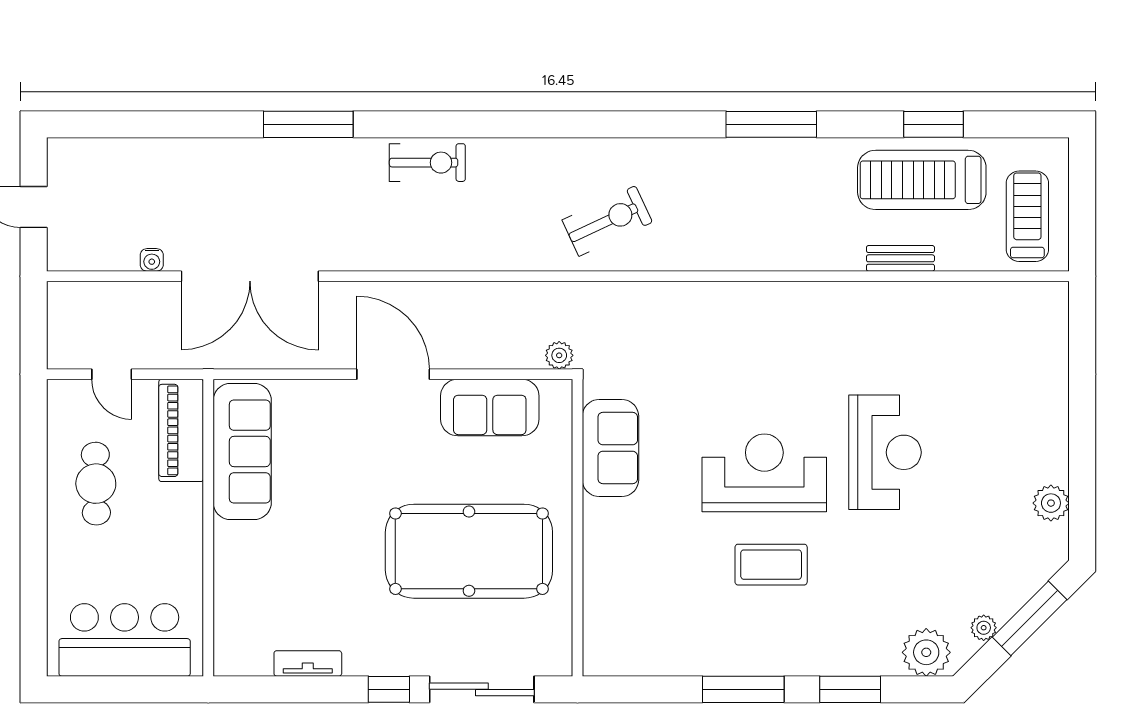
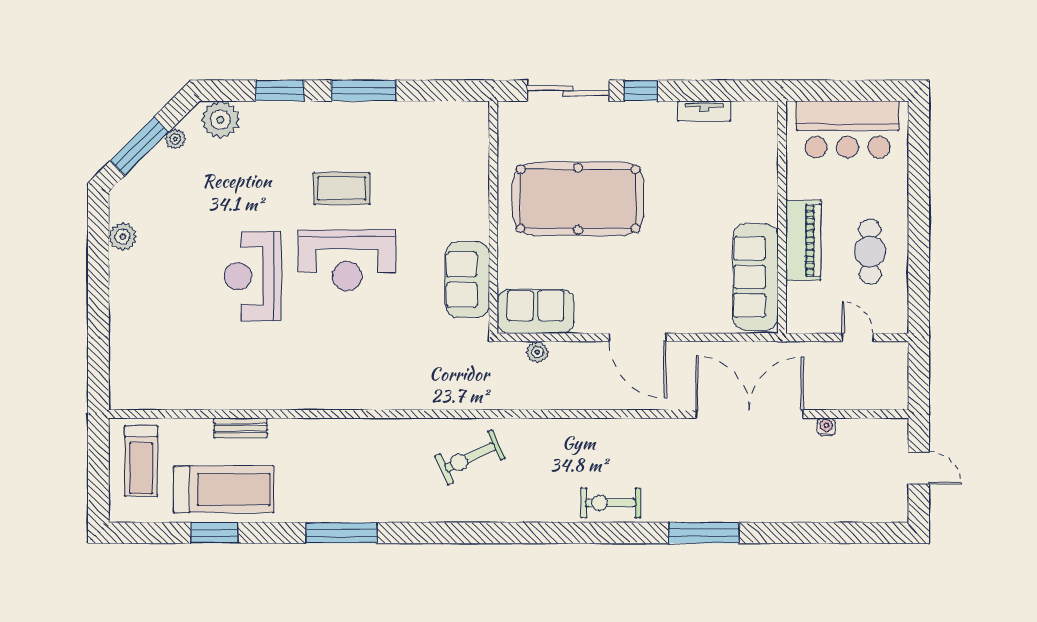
plant: (559, 355) -> (537, 352), moved
sofa: (490, 408) -> (536, 311), moved
piano: (181, 430) -> (803, 240), moved

